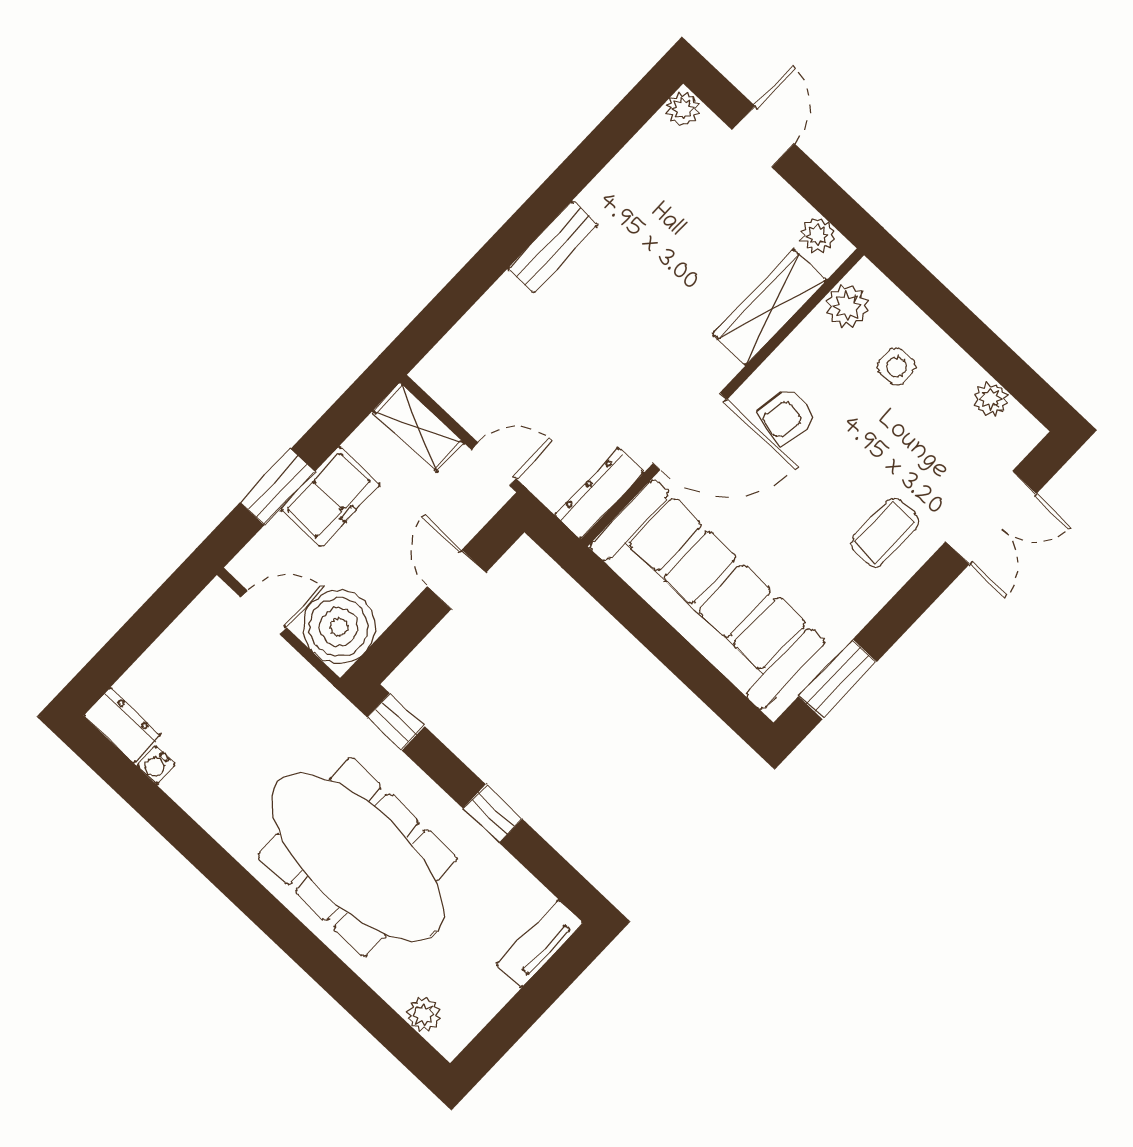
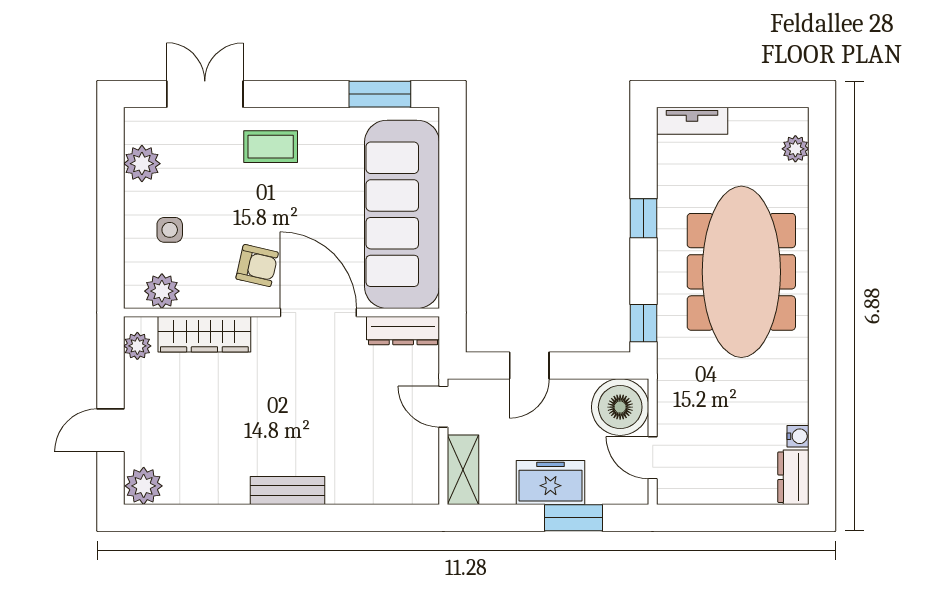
plant: (683, 109) -> (144, 486), width x1.38, depth x1.38
plant: (991, 399) -> (142, 164), width x1.38, depth x1.38

